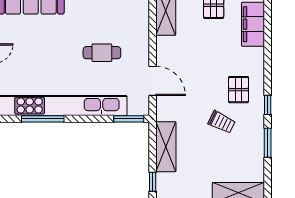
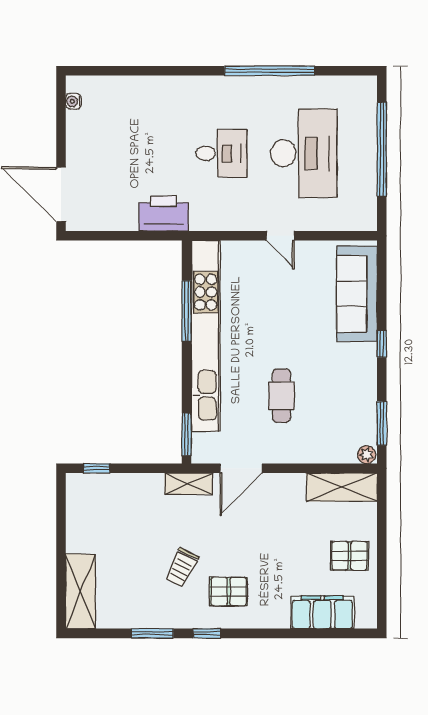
shelving: (166, 147) -> (189, 484), moved, width x0.67, depth x0.75

